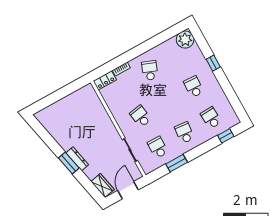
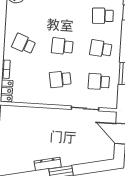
school desk: (194, 87) -> (62, 46), moved
dresser: (77, 159) -> (48, 164), moved
wardrobe: (103, 186) -> (101, 154), removed

